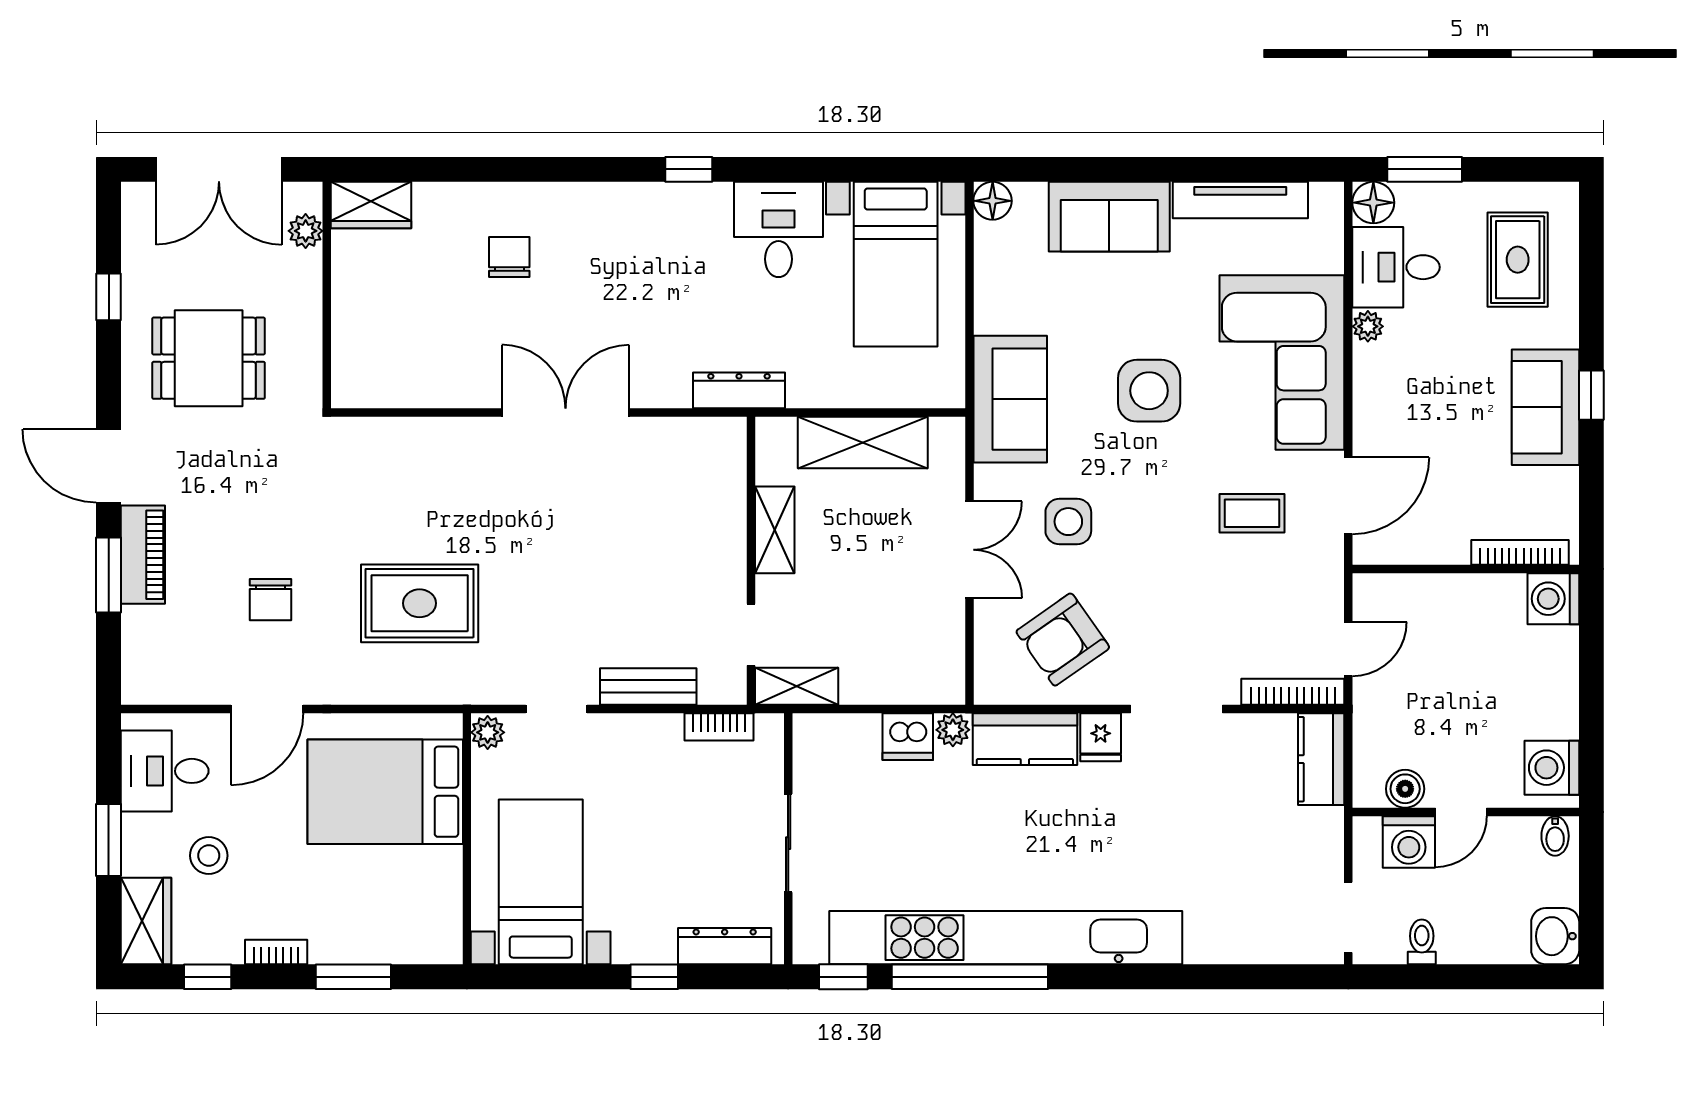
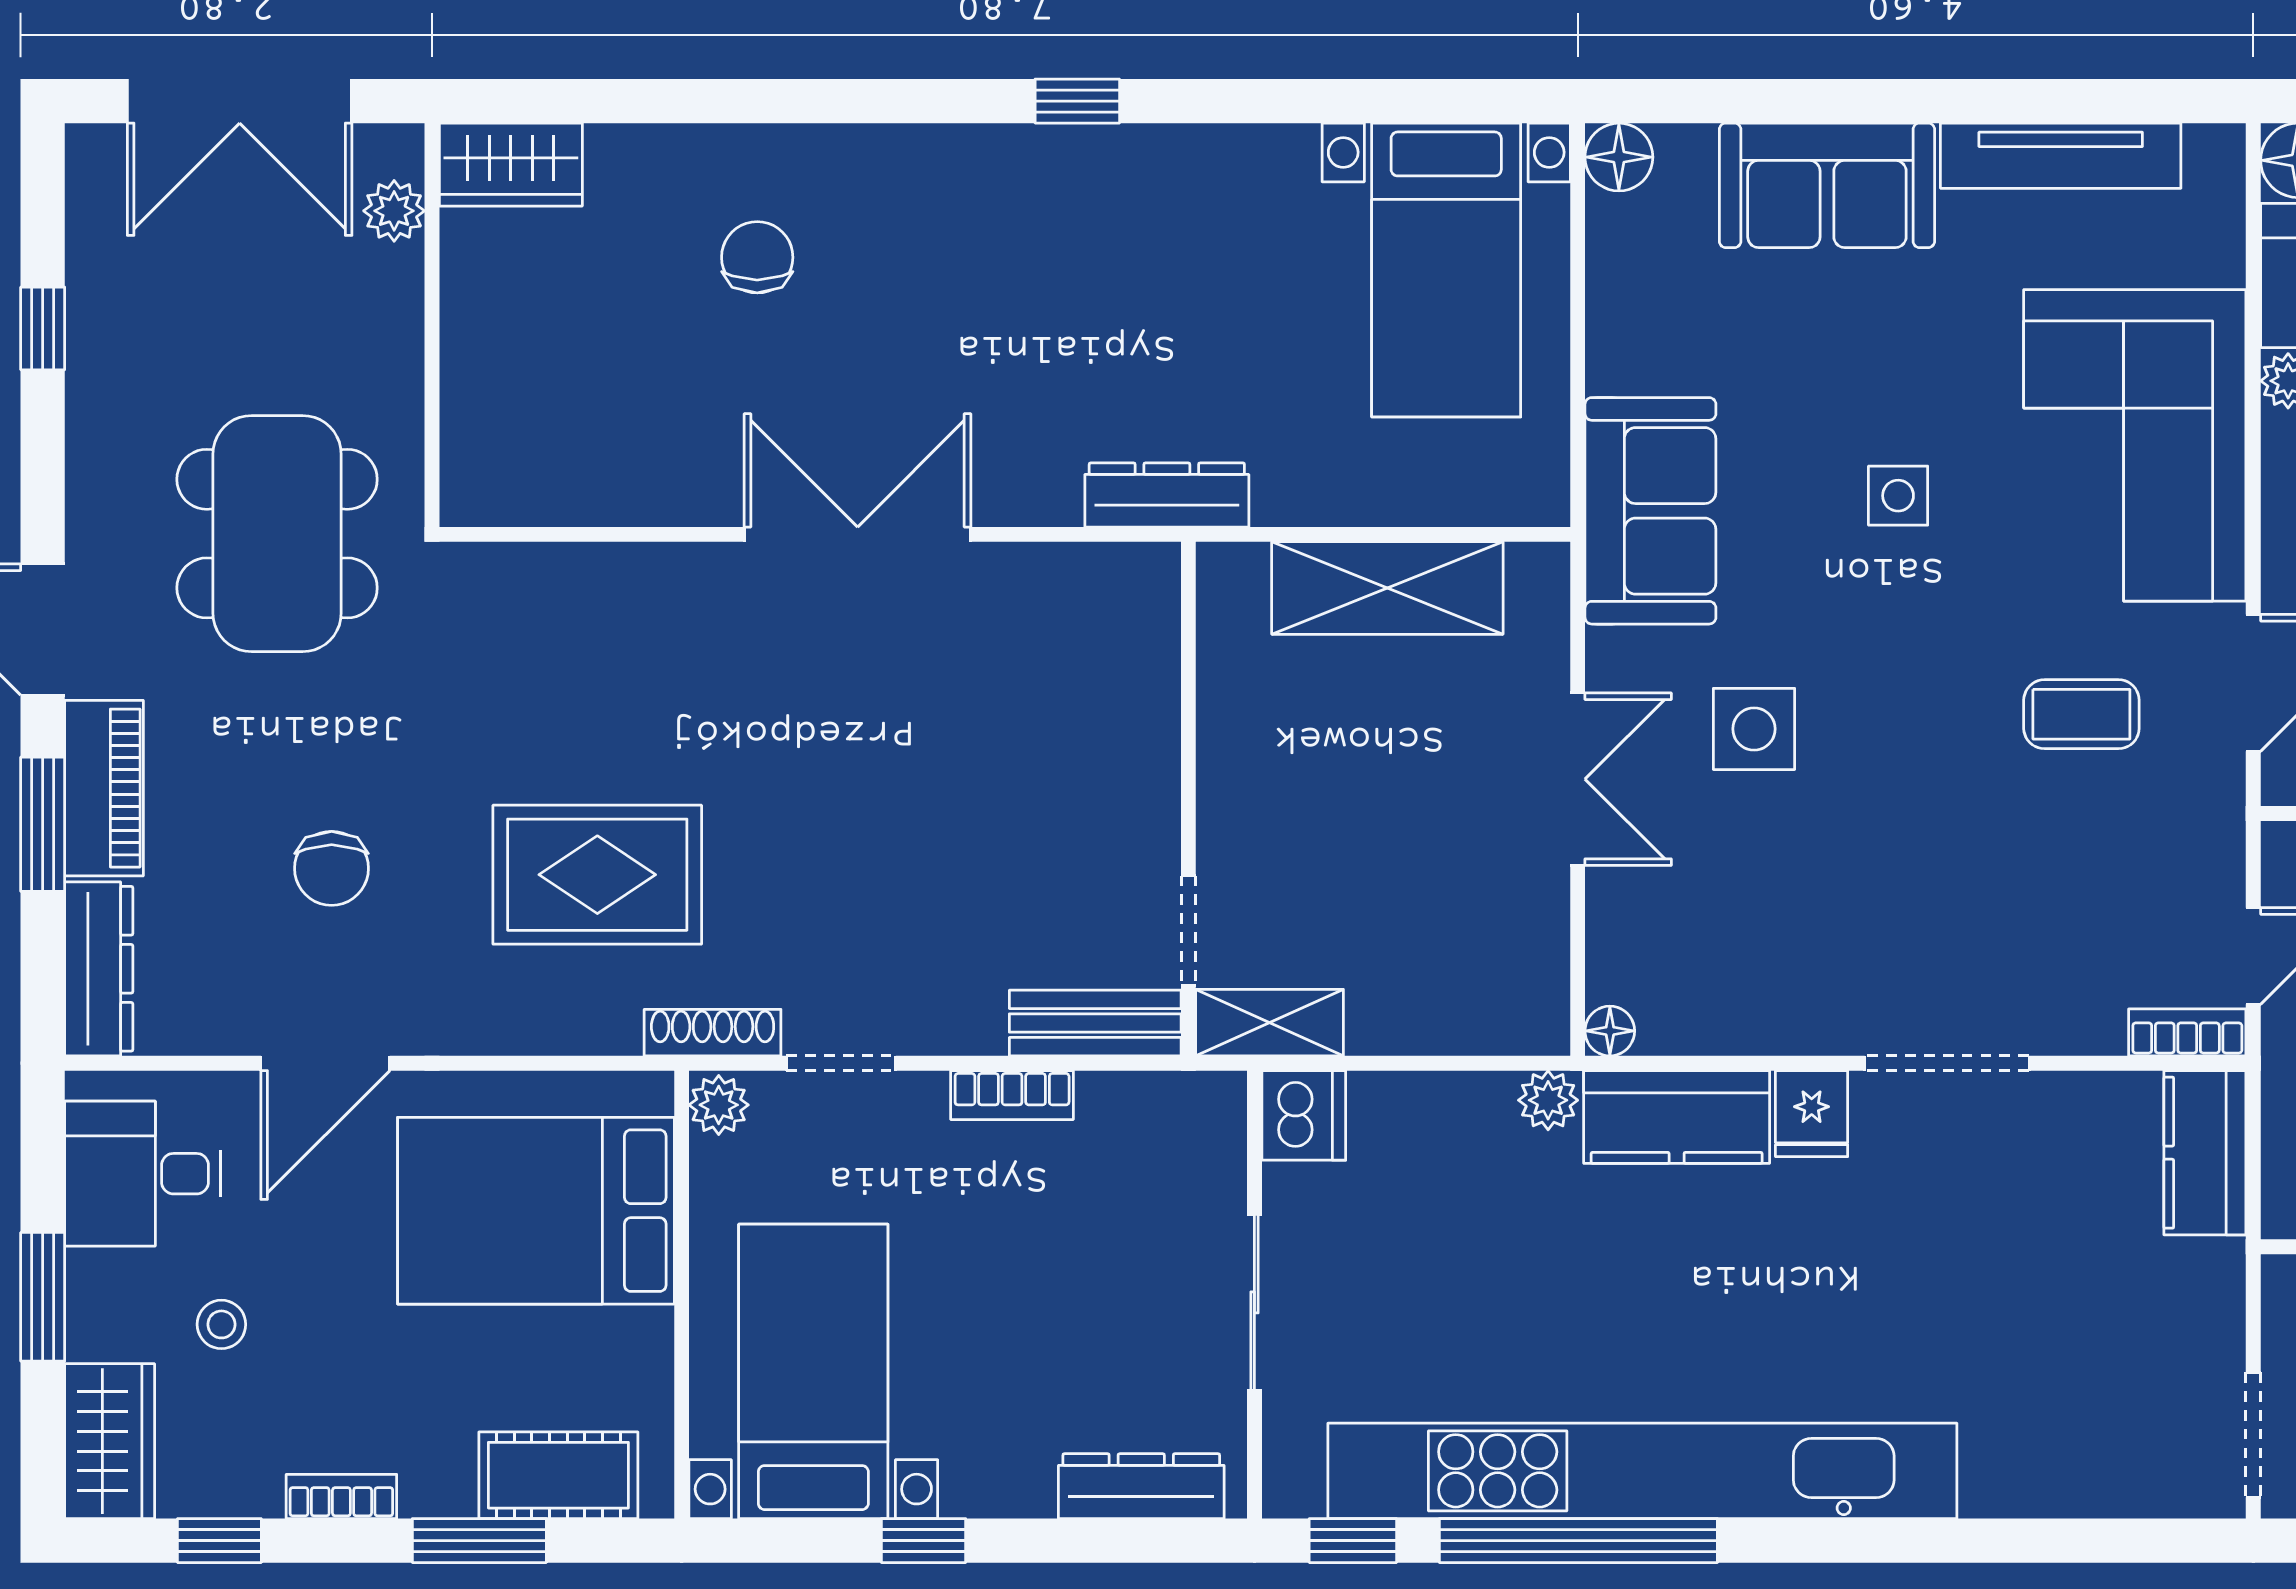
desk: (778, 229) -> (1237, 208), removed
dining table: (209, 358) -> (277, 534), moved, width x1.38
side table: (1149, 391) -> (1898, 496), width x0.54, depth x0.54
shelving: (775, 530) -> (1231, 744), removed
armchair: (1063, 640) -> (1744, 939), removed
dresser: (140, 656) -> (99, 969), added
bench: (648, 686) -> (1095, 1023), moved
floor lamp: (987, 691) -> (1610, 1031), added
shoe rack: (484, 692) -> (713, 1033), added
bookcase: (1293, 692) -> (2187, 1032), width x0.64
bookcase: (719, 727) -> (1012, 1095), moved
dishwasher: (908, 737) -> (1304, 1115), moved, turned -90
stool: (209, 856) -> (221, 1324), width x0.73, depth x0.73
cot: (398, 940) -> (558, 1475), added
window: (654, 977) -> (924, 1541), moved

